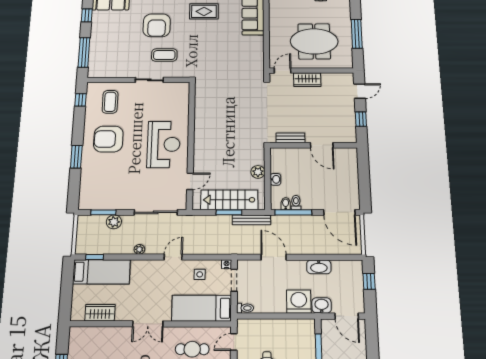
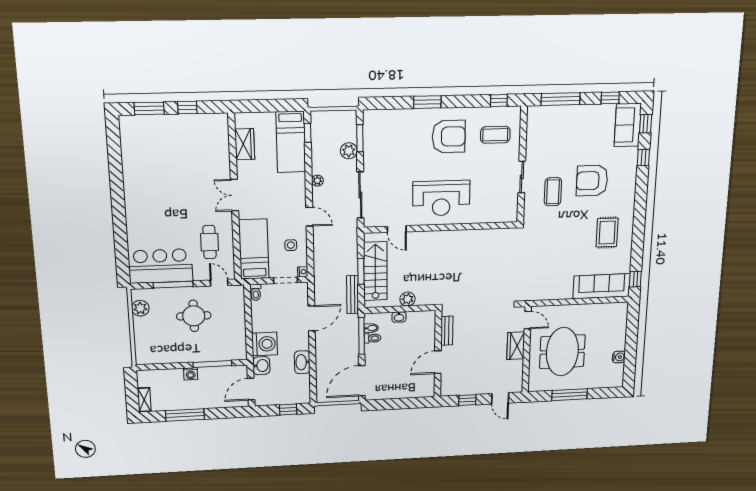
armchair: (108, 139) -> (449, 137), turned 90

